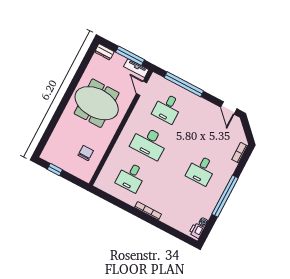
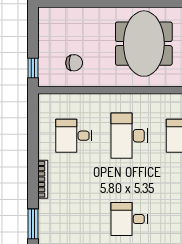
window: (55, 170) -> (33, 68), moved
window: (173, 232) -> (33, 224), added

